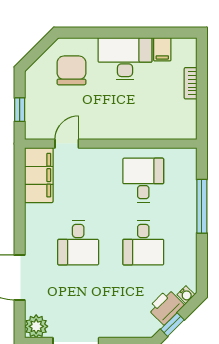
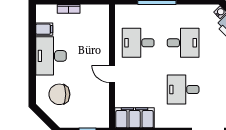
door: (67, 144) -> (112, 74), moved
desk: (78, 243) -> (183, 89), turned 180

